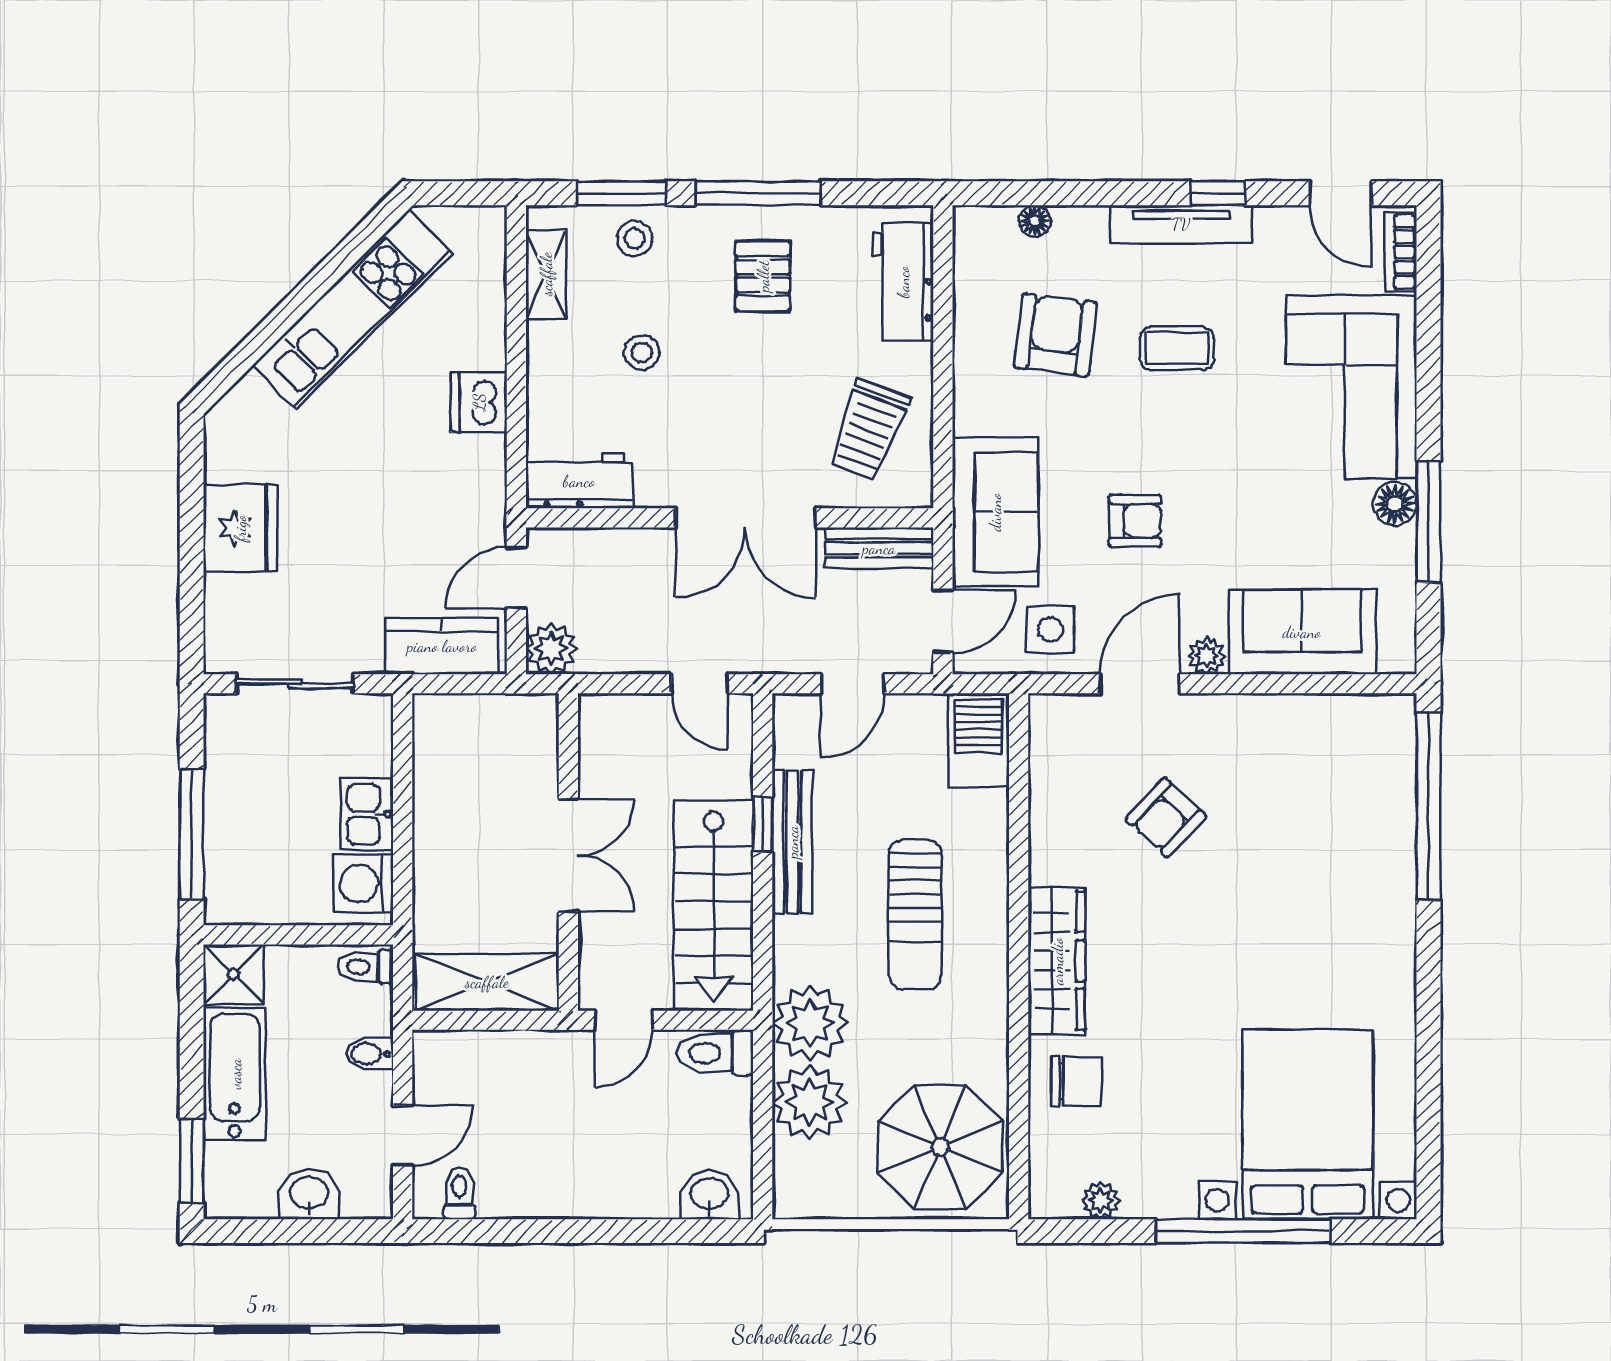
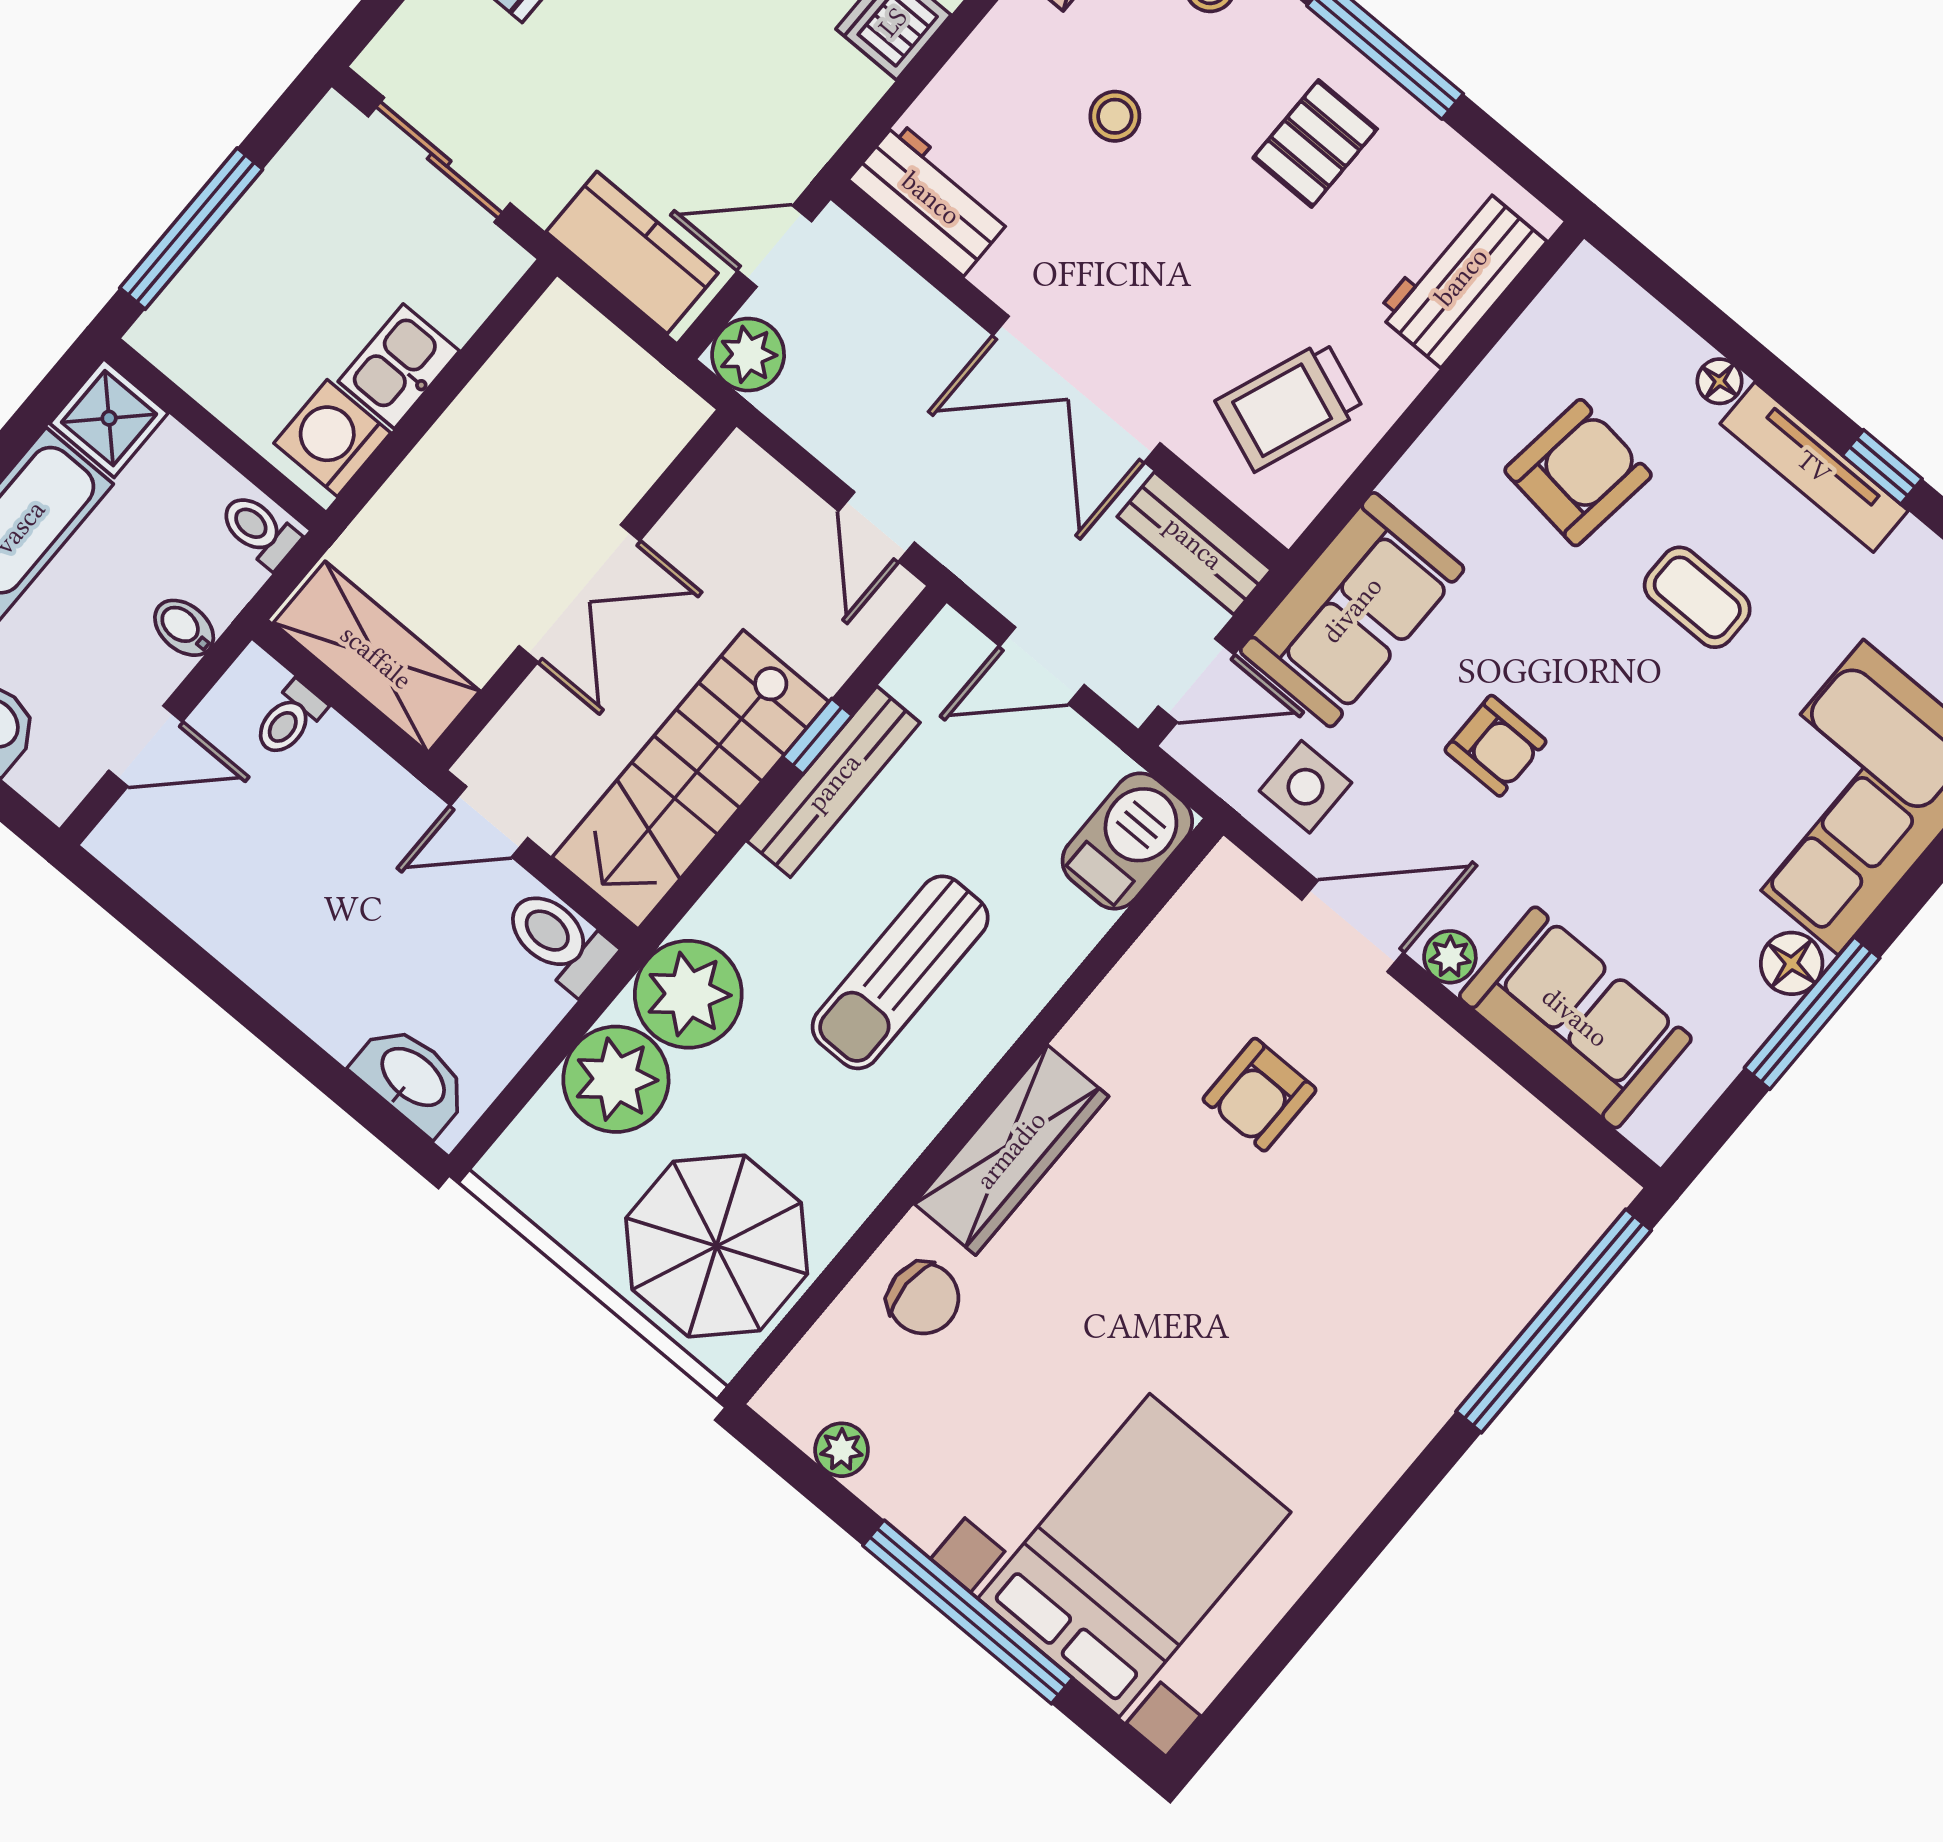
floor lamp: (1035, 221) -> (1720, 381), moved
armchair: (1166, 818) -> (1260, 1095), turned -43
toilet: (459, 1193) -> (289, 719), moved, turned 180
washbasin: (710, 1195) -> (412, 1079), width x1.38

